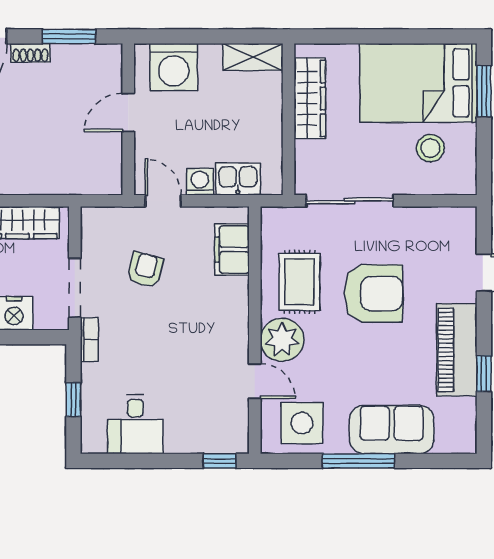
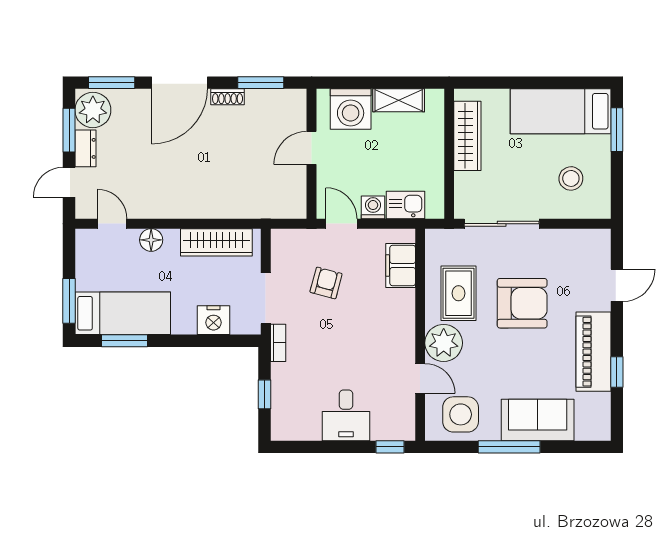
shelving: (253, 57) -> (399, 100), moved
bed: (418, 83) -> (561, 111), width x0.67
desk: (135, 424) -> (346, 415), moved

